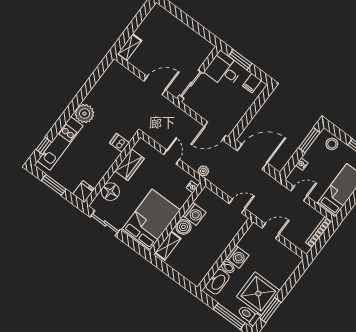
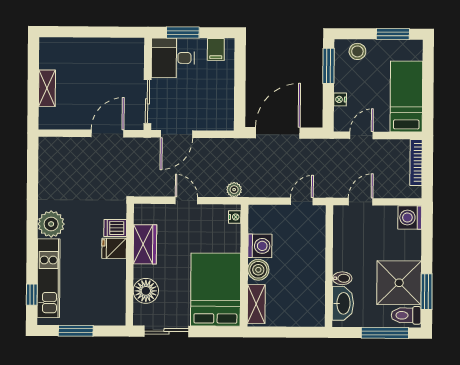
shelving: (130, 47) -> (47, 88), moved
door: (215, 131) -> (177, 134), moved
fridge: (84, 192) -> (114, 248), moved, turned -90
washing machine: (237, 257) -> (410, 217), moved, turned 180

